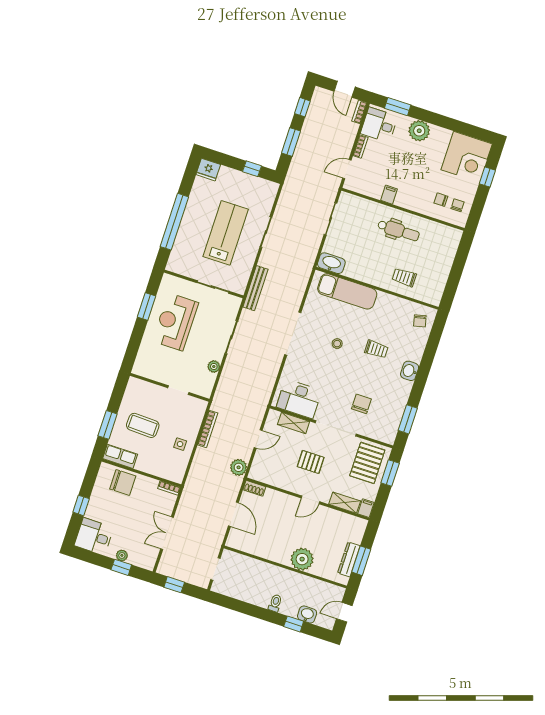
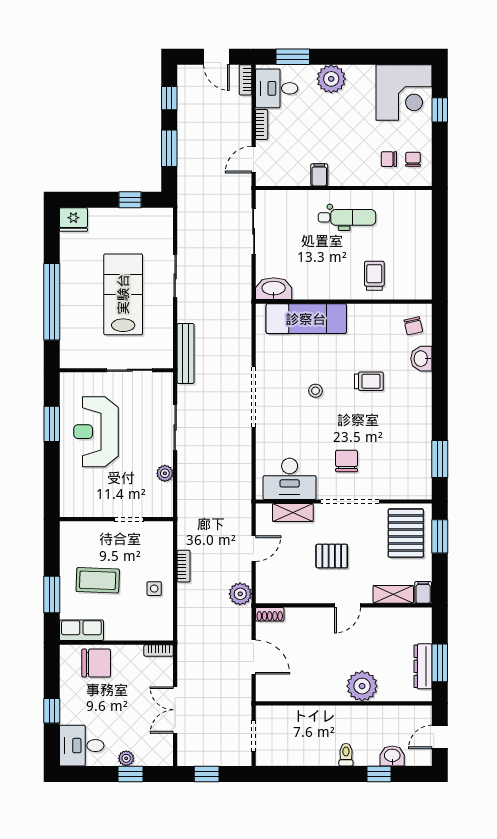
trolley: (404, 277) -> (374, 276), turned 90
washbasin: (410, 371) -> (421, 359), moved
chair: (361, 404) -> (347, 461), moved
bookcase: (208, 429) -> (184, 566), width x0.64

